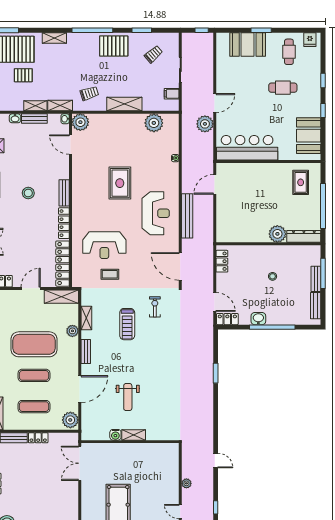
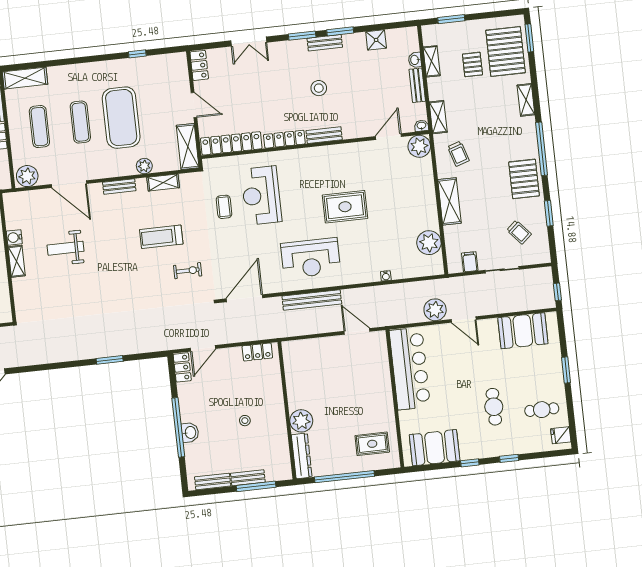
booth: (248, 45) -> (523, 331), moved, turned 90
shelving: (35, 106) -> (432, 61), moved
washbasin: (258, 319) -> (190, 432), moved

